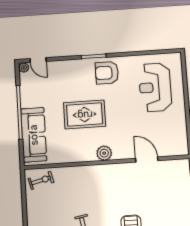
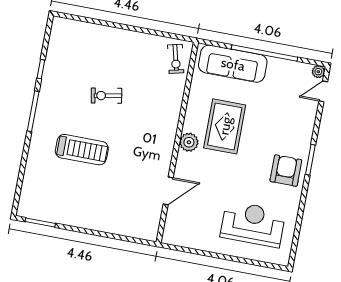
rug: (85, 115) -> (225, 126), moved

